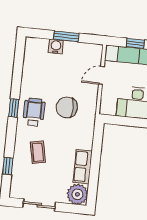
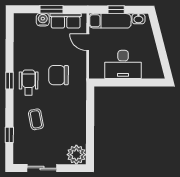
door: (101, 75) -> (88, 42), hinge flipped
row of seats: (83, 167) -> (66, 21), moved, turned -90

